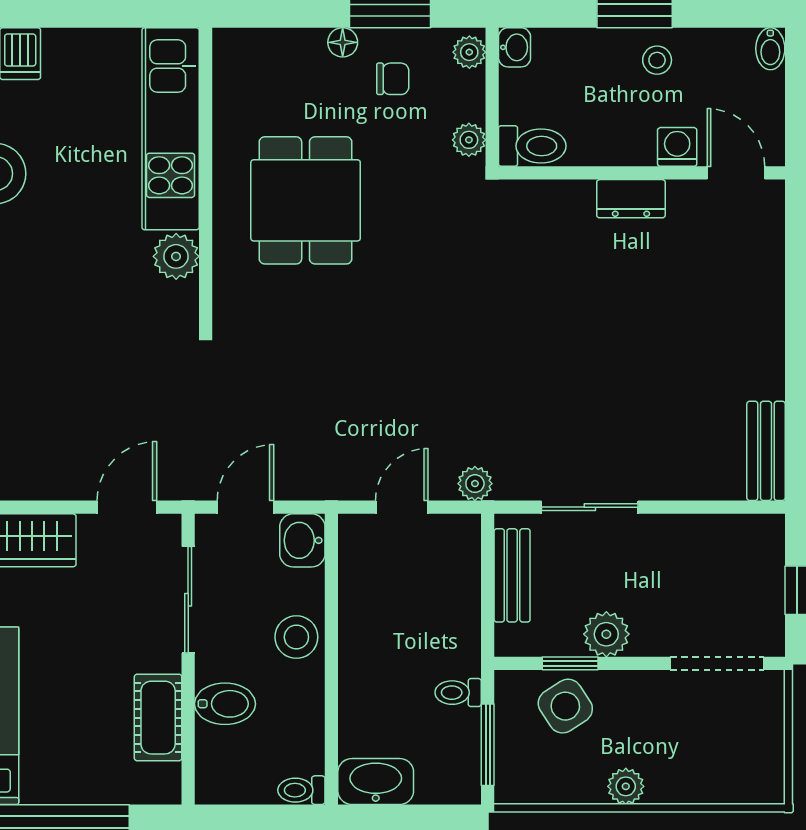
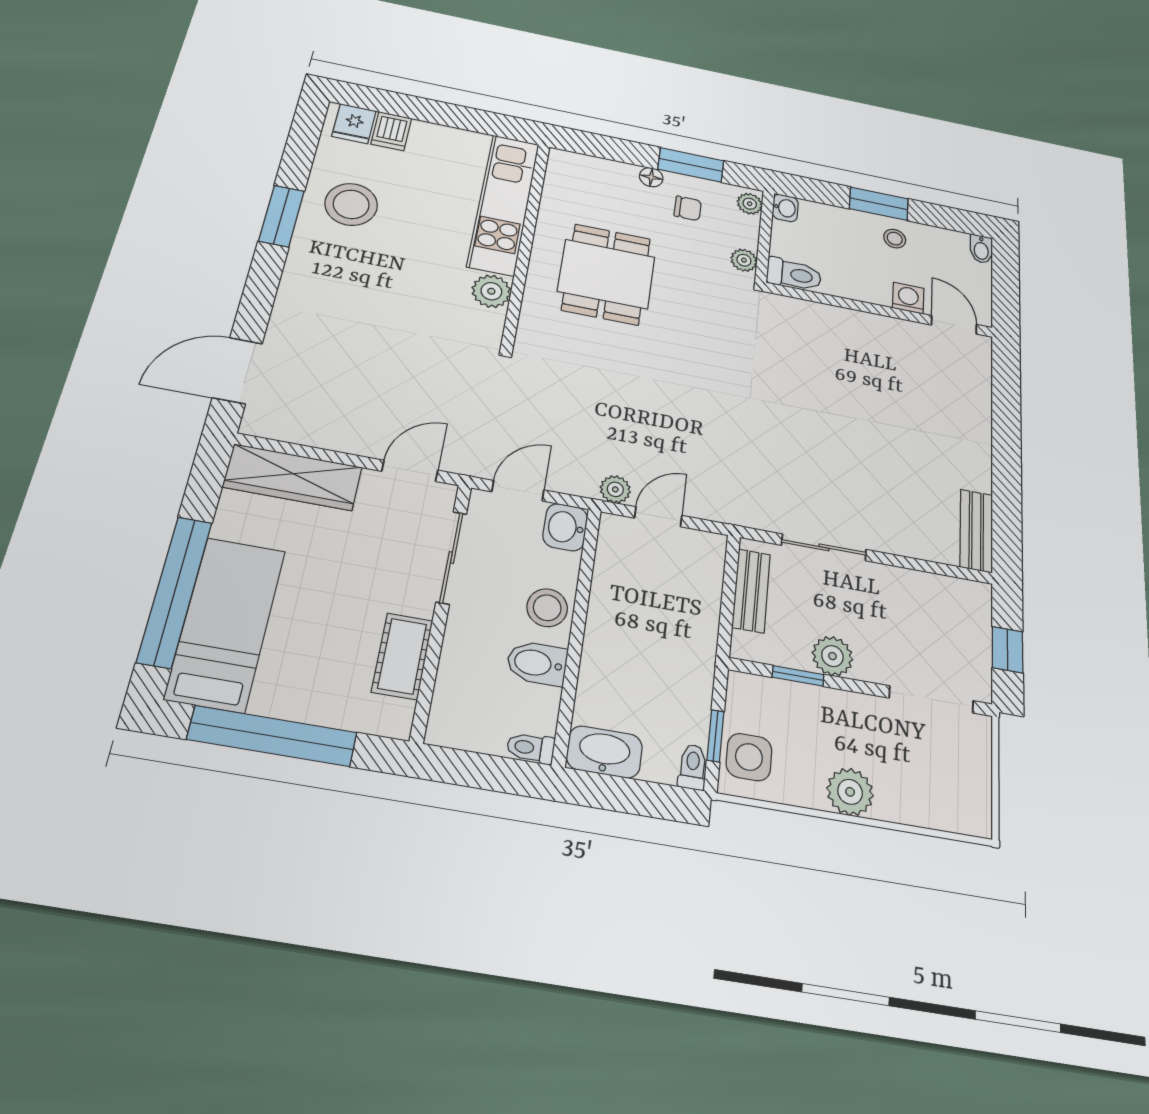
dresser: (631, 199) -> (870, 326), removed
plant: (475, 484) -> (615, 489), moved
toilet: (458, 693) -> (693, 767), moved, turned 90
bidet: (225, 704) -> (537, 663), moved, turned 180
side table: (565, 706) -> (749, 757), moved, turned 33
window: (488, 745) -> (716, 736), width x0.67
plant: (626, 786) -> (850, 792), width x1.38, depth x1.38

